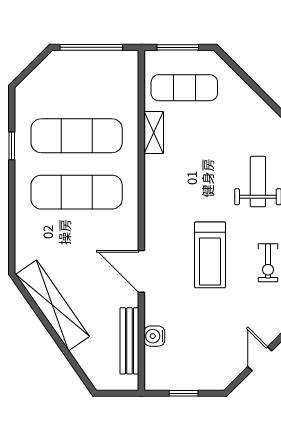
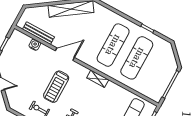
shelving: (154, 133) -> (98, 79), moved
treadmill: (210, 255) -> (56, 87), turned -90

